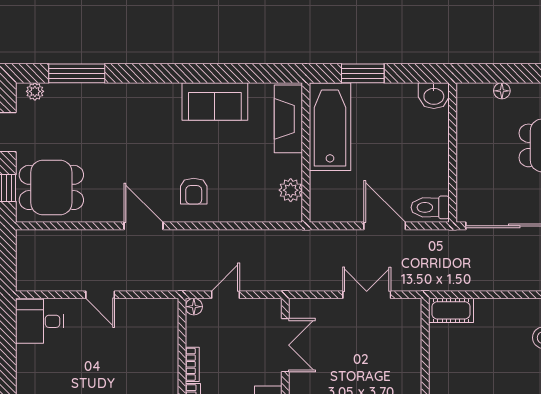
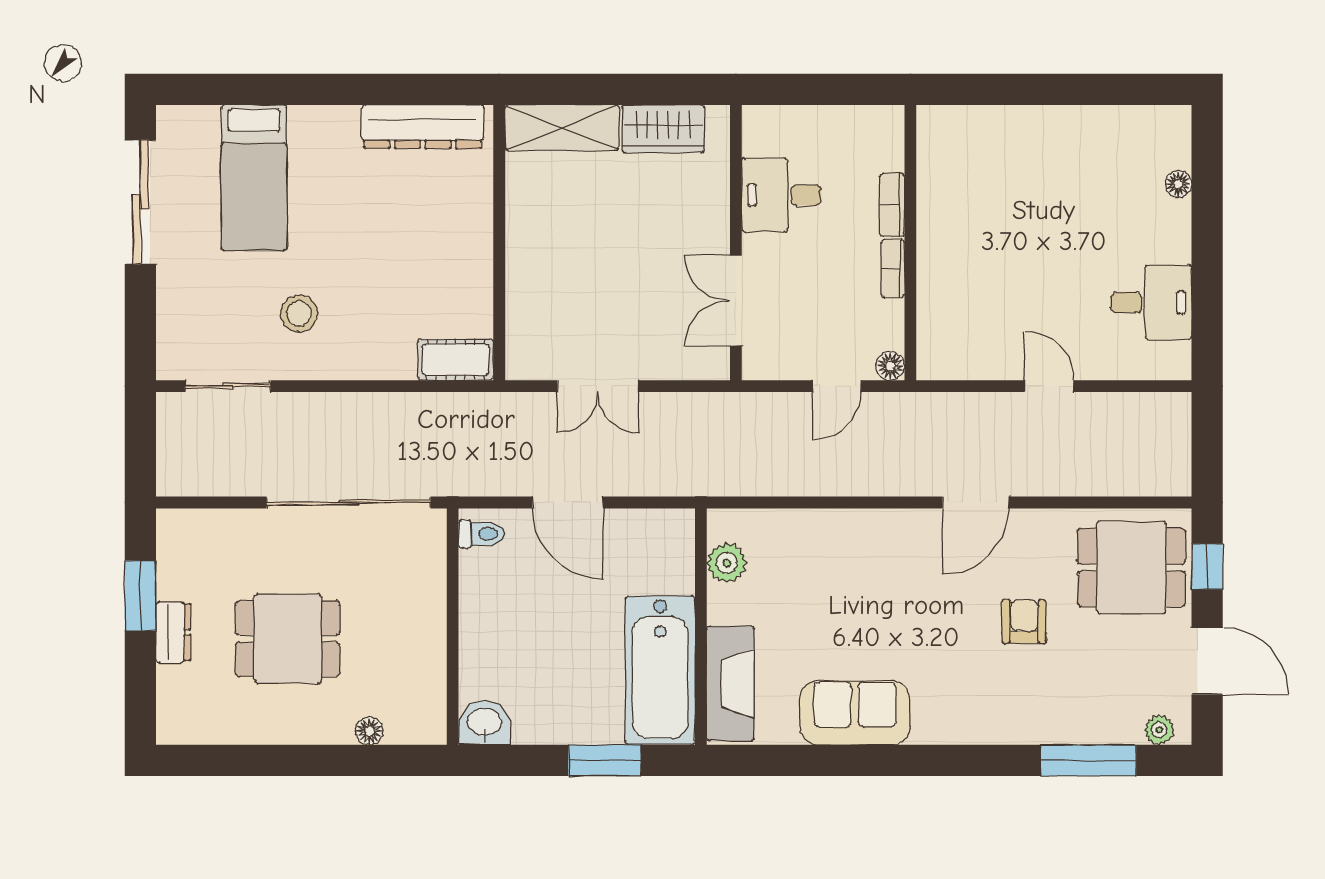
armchair: (194, 191) -> (1024, 622), moved
toilet: (430, 207) -> (482, 534), width x0.73, depth x0.72
door: (144, 226) -> (976, 502), hinge flipped
desk: (40, 321) -> (1151, 302), moved

